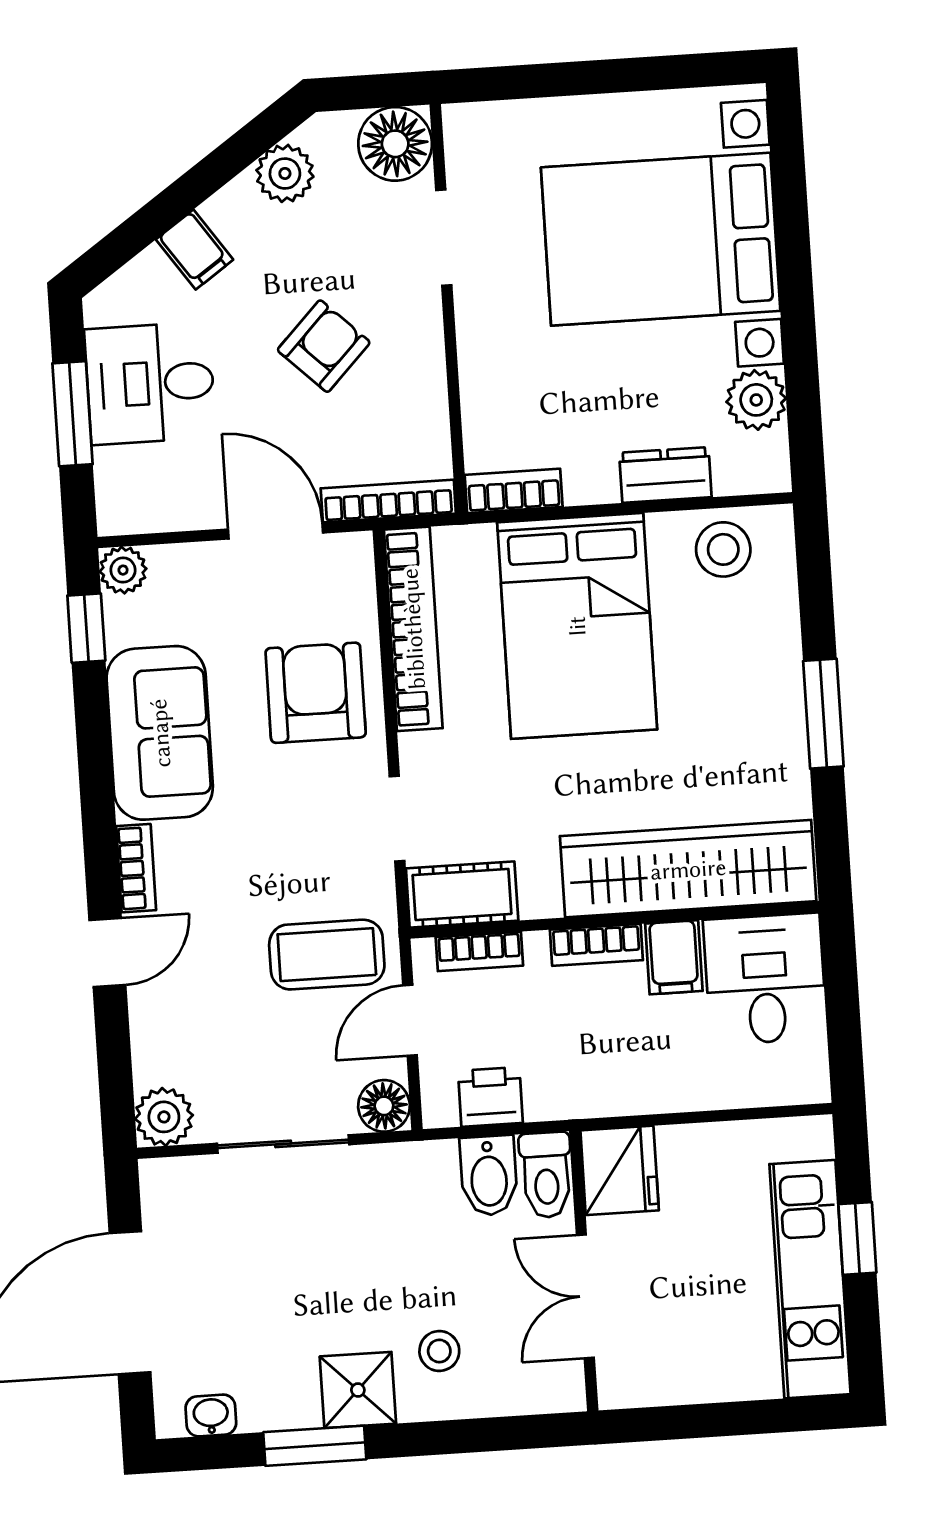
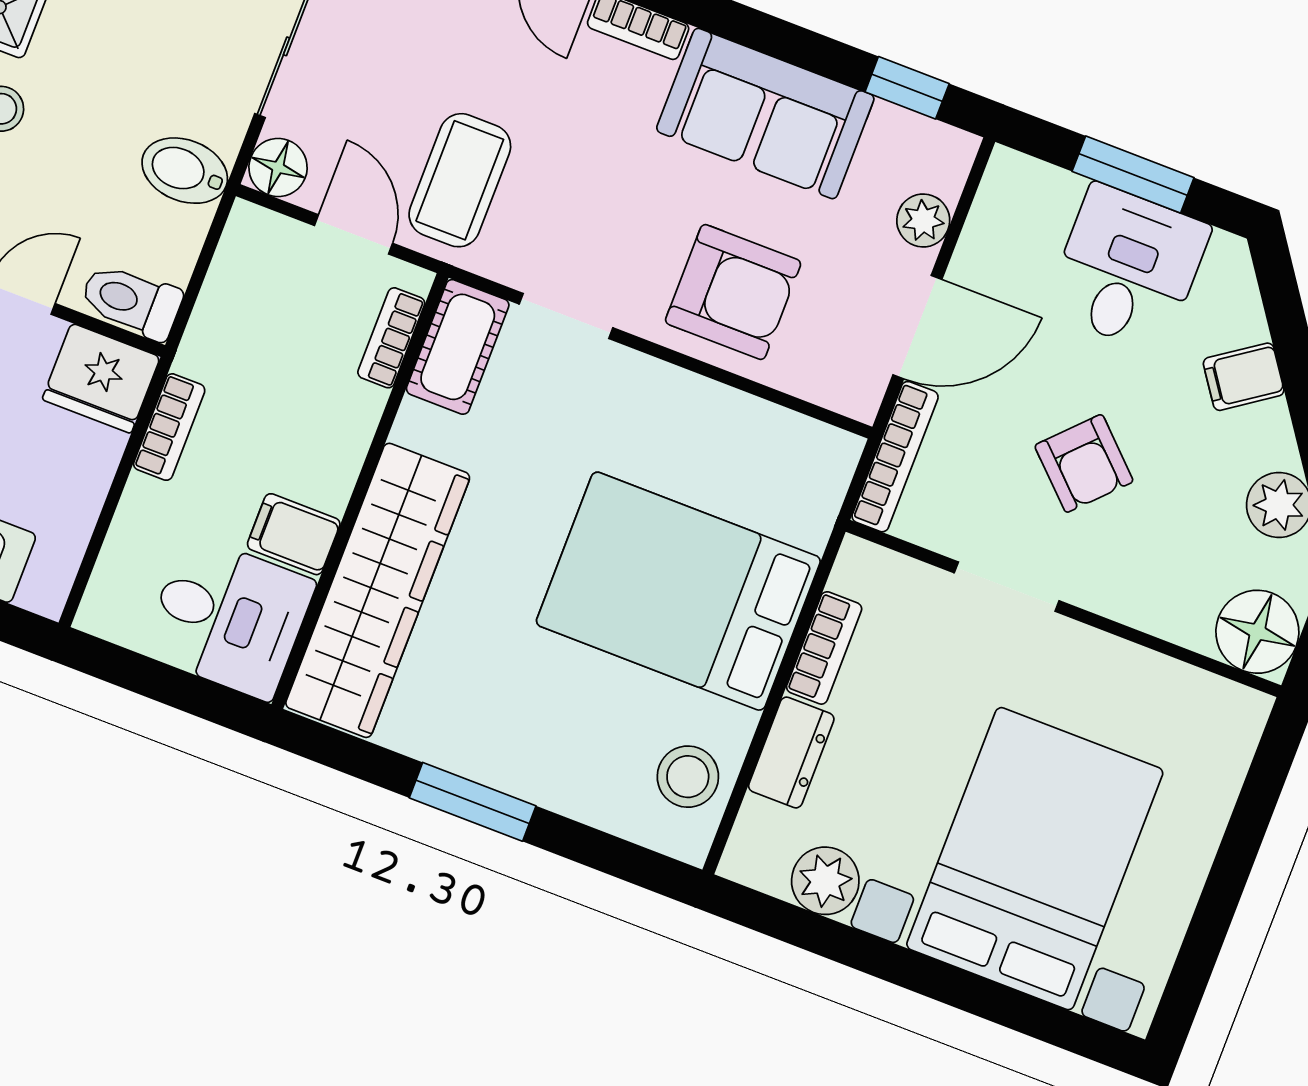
doorway: (444, 238) -> (1007, 587), moved
bookcase: (514, 491) -> (824, 648), moved
plant: (123, 570) -> (923, 220), moved
bookcase: (413, 629) -> (752, 422), removed
bookcase: (596, 945) -> (169, 427), moved, turned 180
printer: (490, 1097) -> (237, 281), removed
bidet: (489, 1176) -> (185, 171), moved

